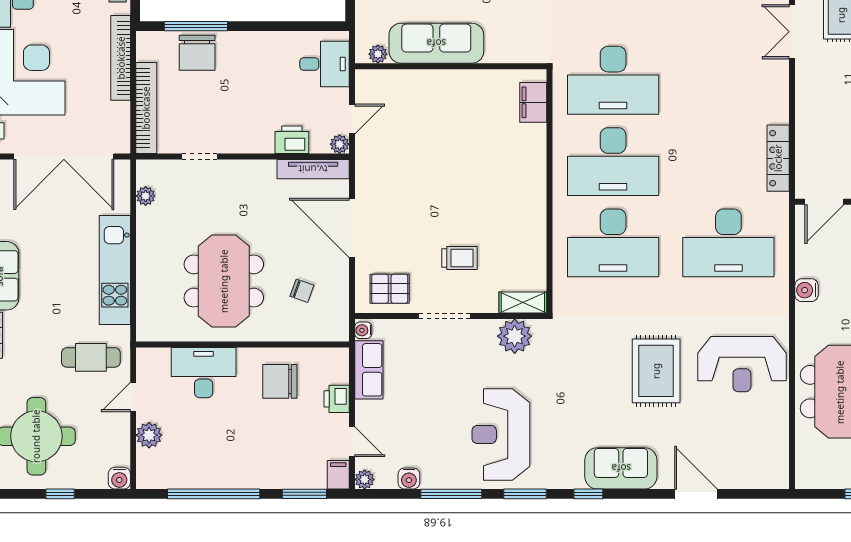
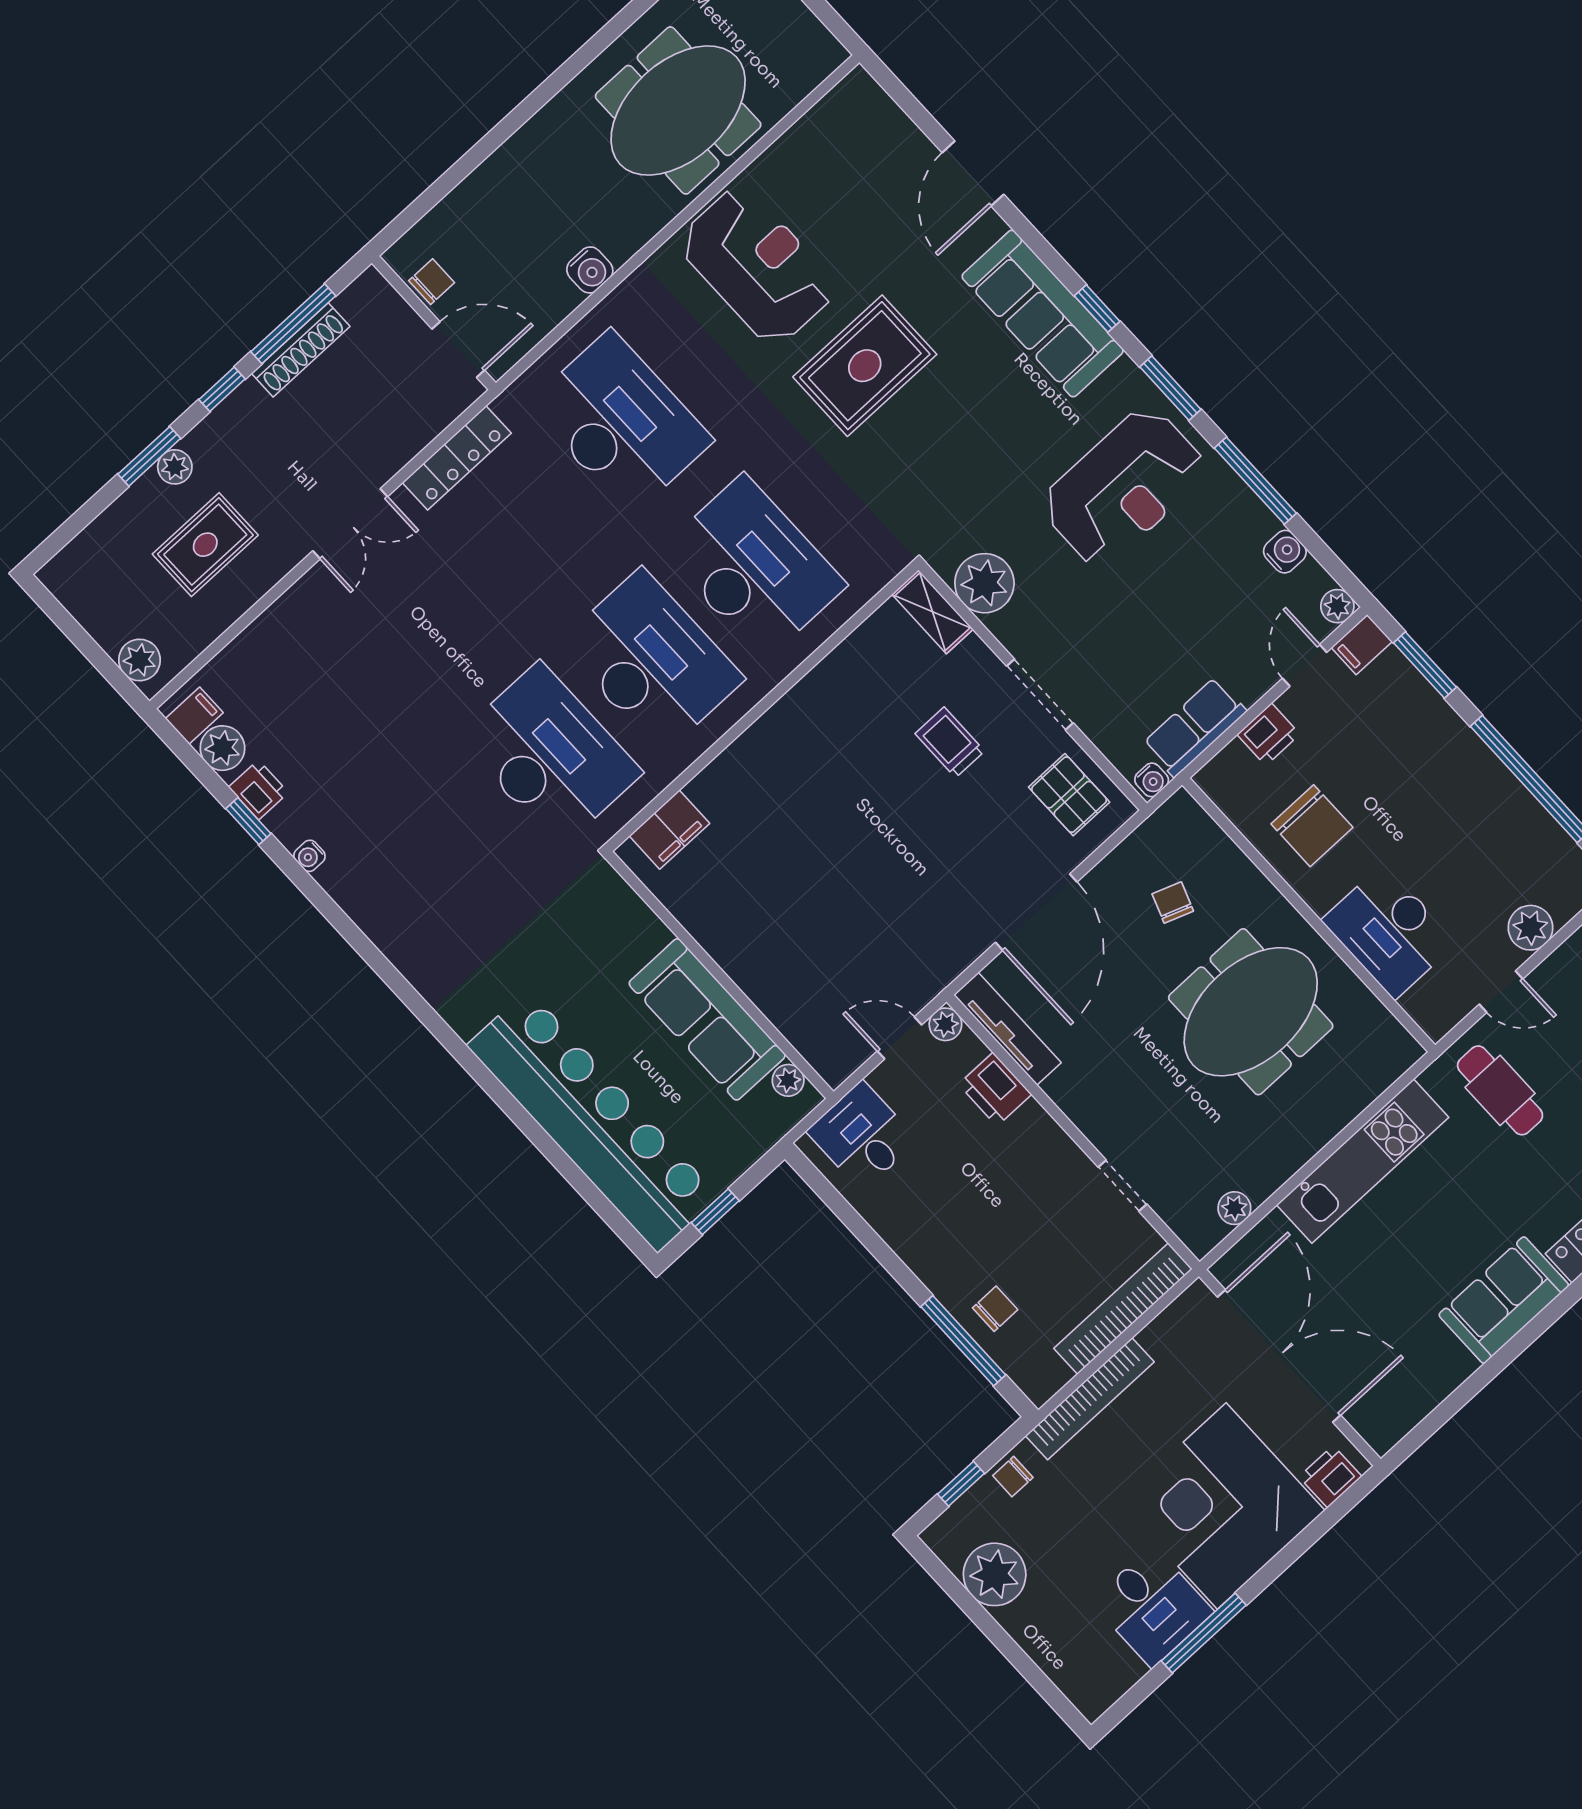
double door: (792, 32) -> (350, 524), moved
chair: (197, 53) -> (995, 1309), width x0.54, depth x0.54
sofa: (621, 468) -> (1043, 313), width x1.36

